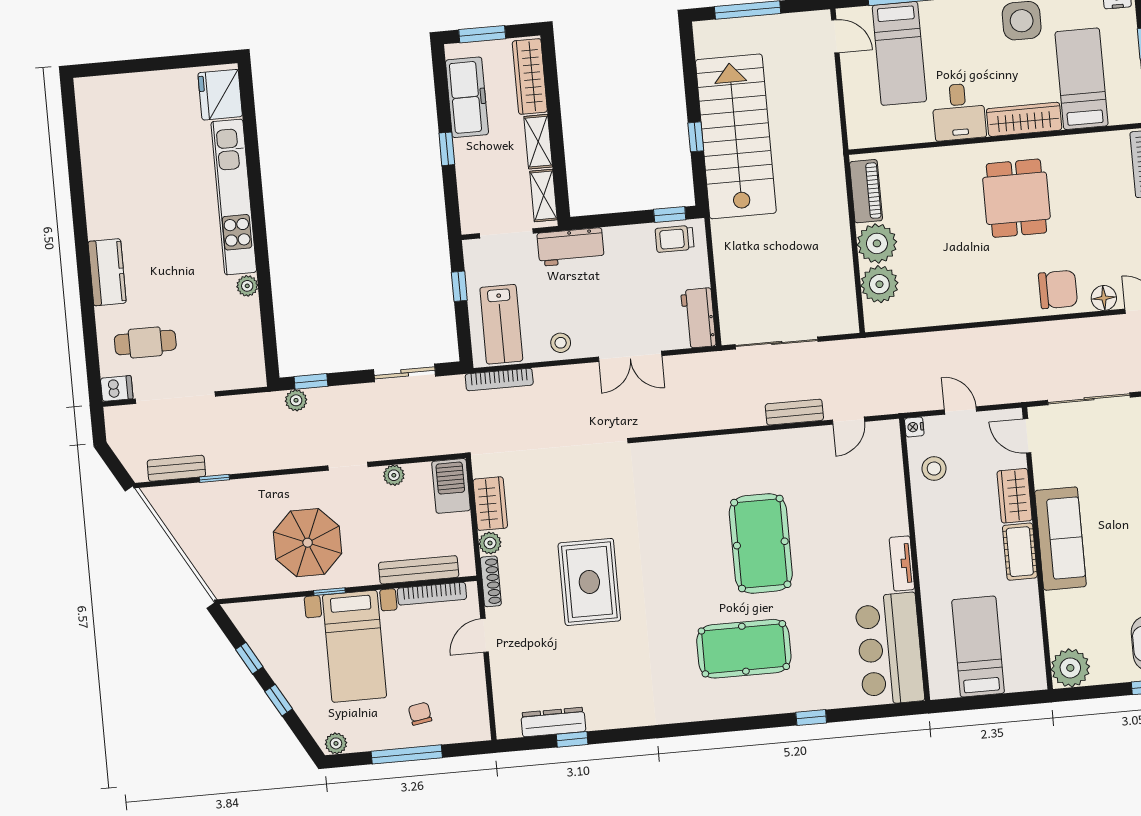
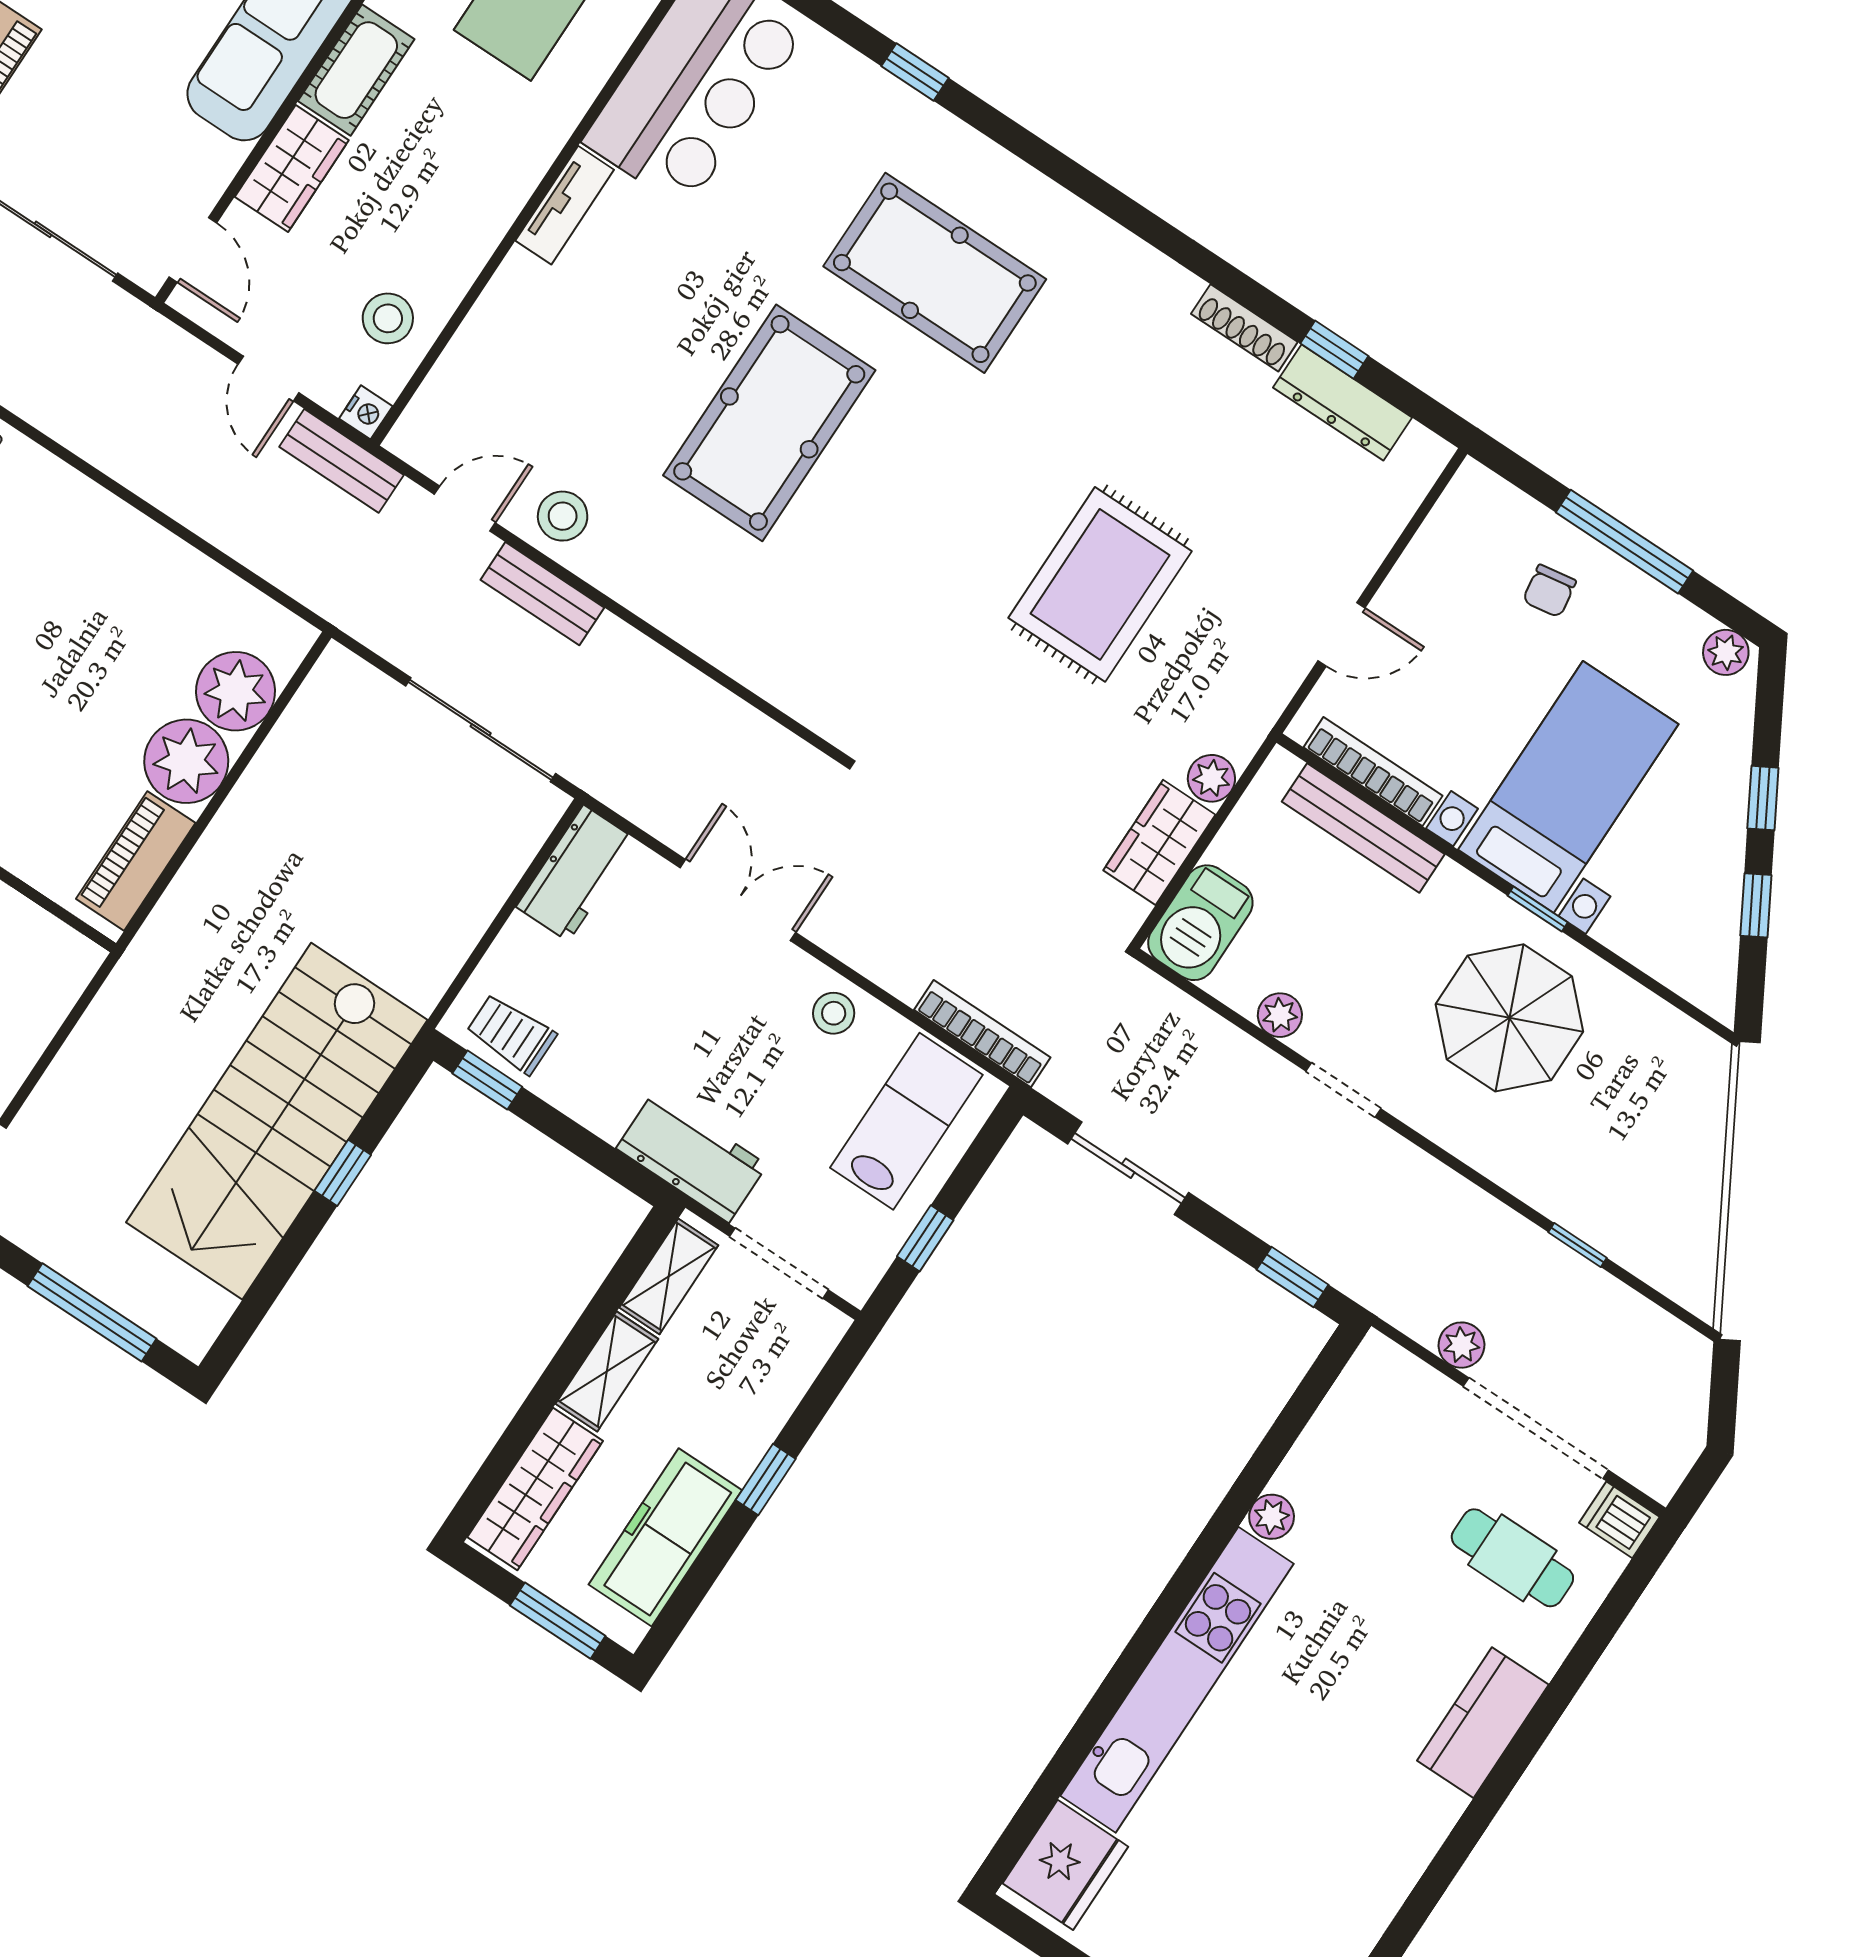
trolley: (675, 239) -> (511, 1034), turned 180
plant: (296, 400) -> (1461, 1345), moved
stool: (810, 447) -> (563, 516), added
bench: (176, 468) -> (342, 461), moved
shoe rack: (491, 581) -> (1244, 328), moved, turned -90

